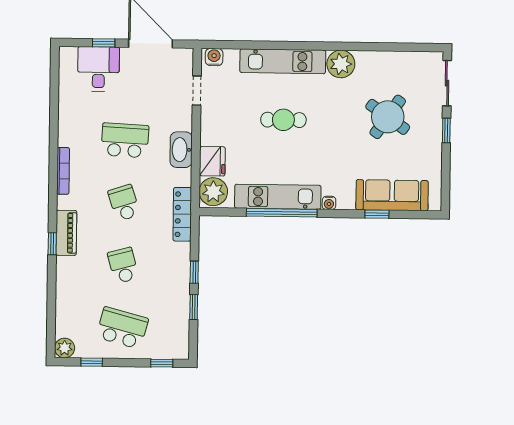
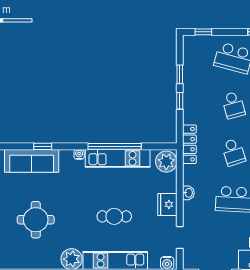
round table: (388, 117) -> (36, 220), turned -35
washbasin: (181, 150) -> (188, 193), width x0.52, depth x0.69
fridge: (212, 161) -> (167, 204), moved

